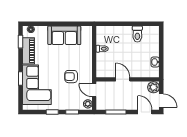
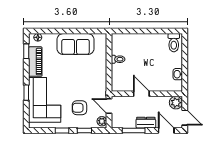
toilet: (137, 34) -> (174, 43), moved
armchair: (71, 77) -> (79, 108), moved
dresser: (127, 105) -> (146, 123), added

